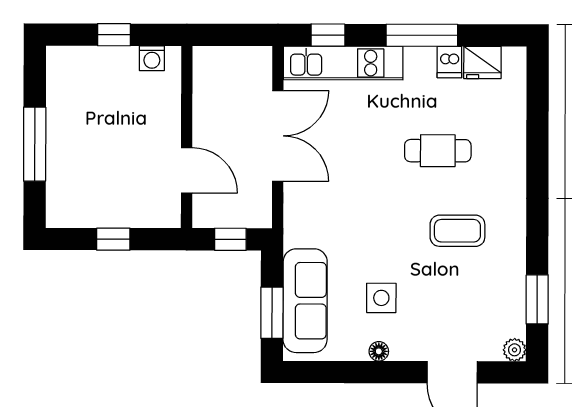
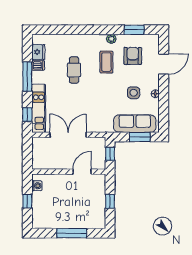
armchair: (472, 296) -> (133, 56), added
plant: (515, 350) -> (111, 39), moved

